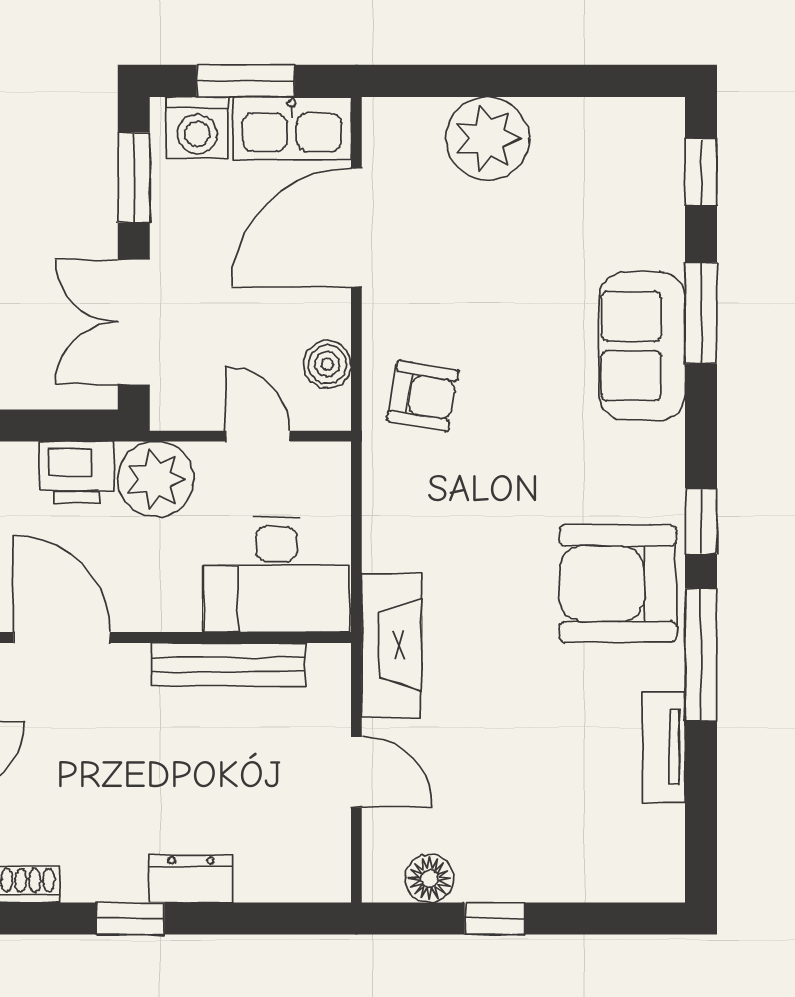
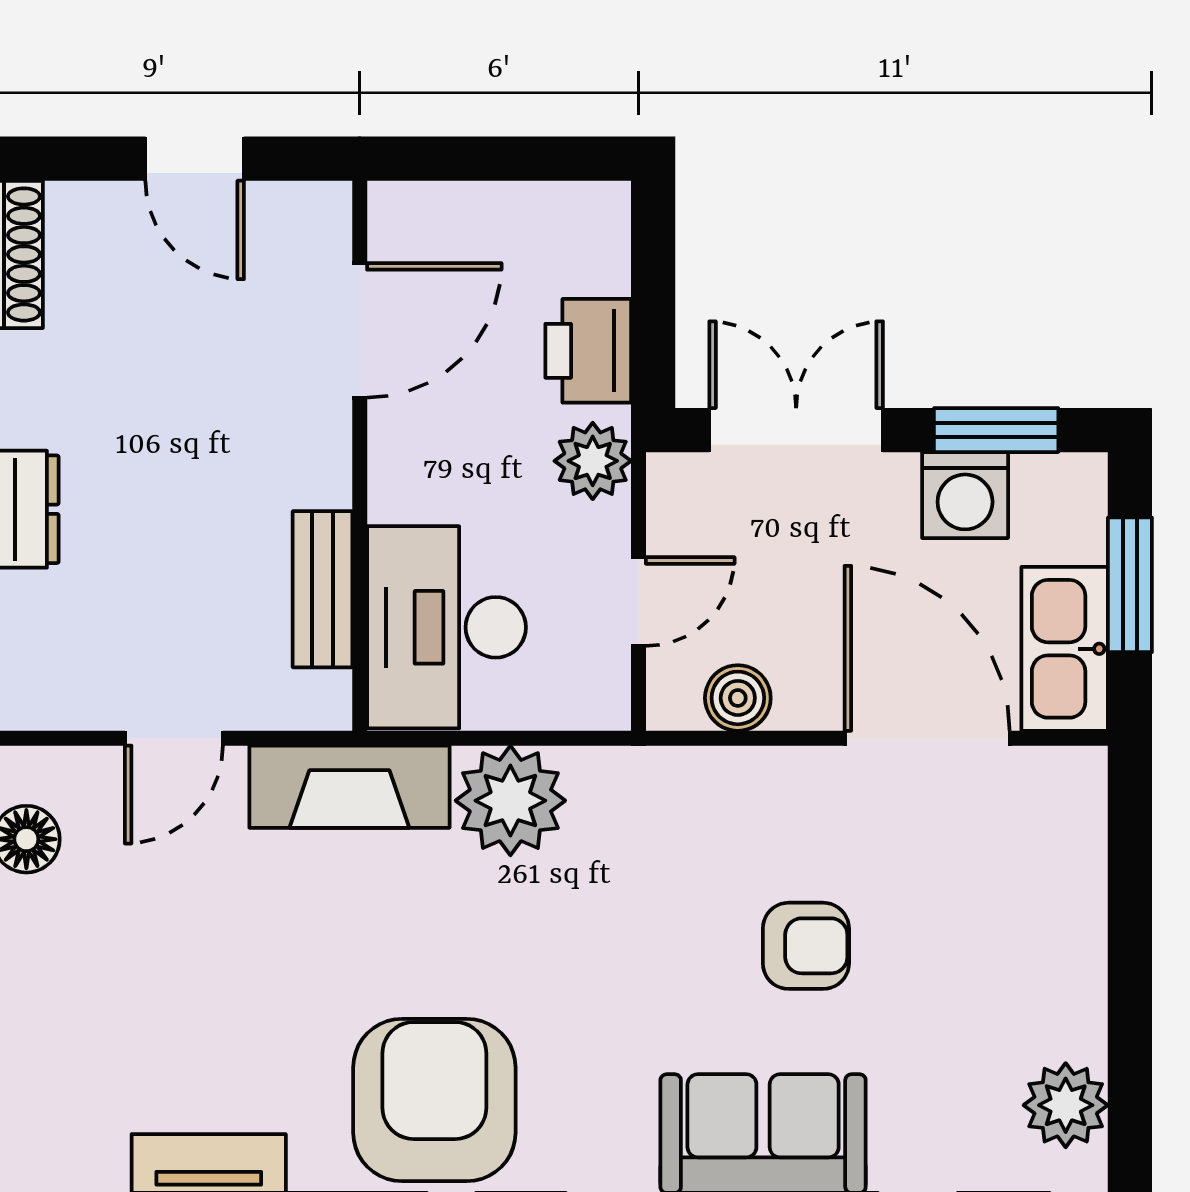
washing machine: (197, 128) -> (965, 495), moved, turned -90
plant: (488, 138) -> (1066, 1105), moved, width x0.73, depth x0.73
armchair: (423, 396) -> (806, 946), moved, turned -100
plant: (156, 479) -> (593, 461), width x0.73, depth x0.73
plant: (401, 529) -> (510, 801), added
bench: (228, 664) -> (323, 589), width x0.73

